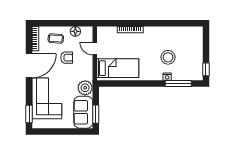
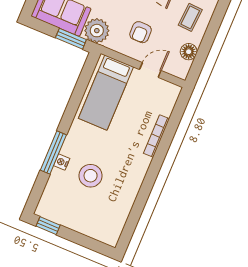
armchair: (67, 58) -> (141, 32), moved
window: (178, 84) -> (53, 153), moved
window: (96, 114) -> (71, 39), moved

